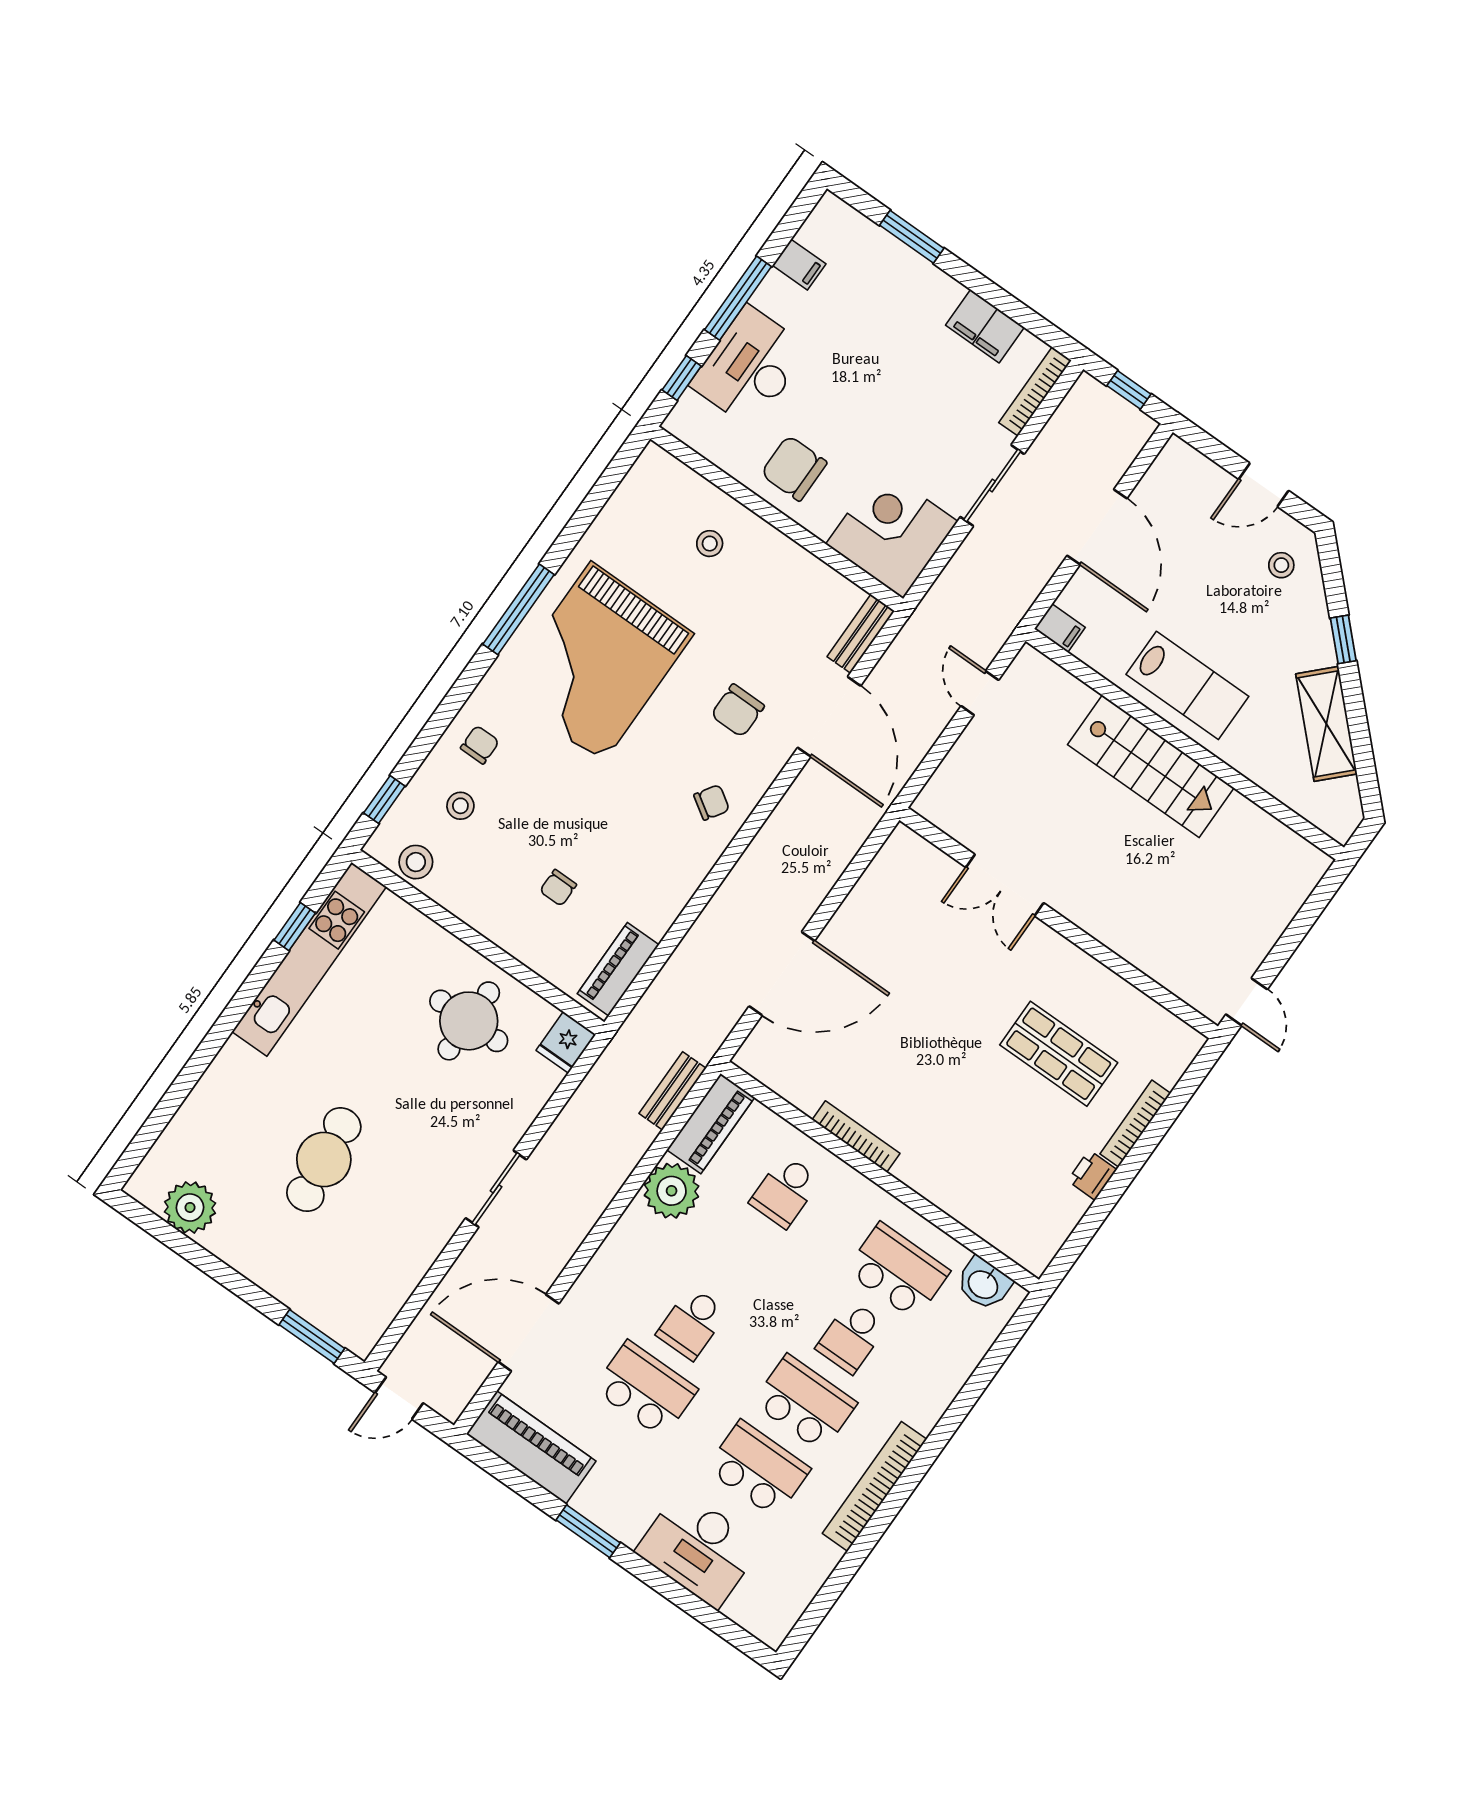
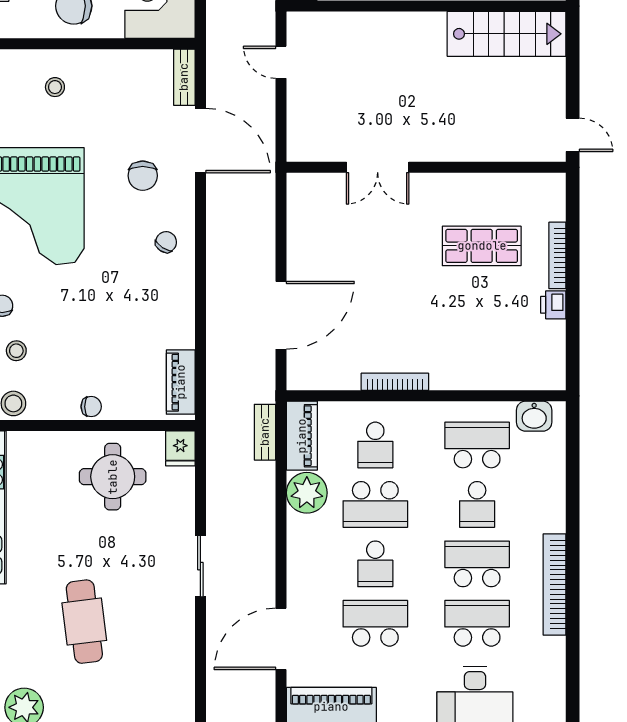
stairs: (1151, 766) -> (507, 34), moved
chair: (558, 888) -> (91, 407), moved, turned -90
school desk: (738, 1257) -> (375, 504), added

